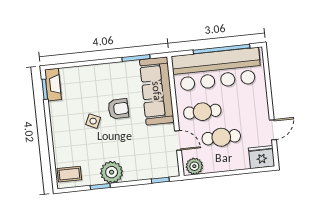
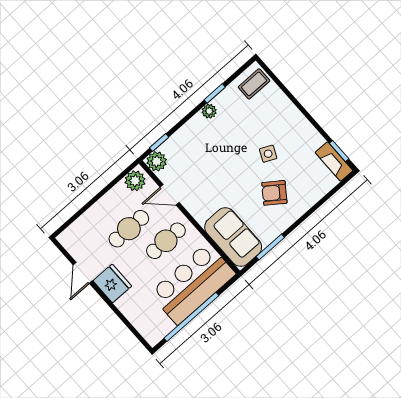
bar counter: (217, 69) -> (192, 284), width x0.73
sofa: (157, 91) -> (233, 237), width x0.73
armchair: (118, 109) -> (274, 193), moved, turned 37
fridge: (262, 157) -> (112, 283), moved, turned -90
plant: (171, 169) -> (157, 161), added
plant: (112, 172) -> (209, 111), width x0.53, depth x0.53

